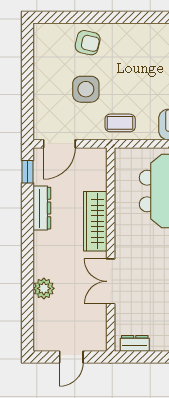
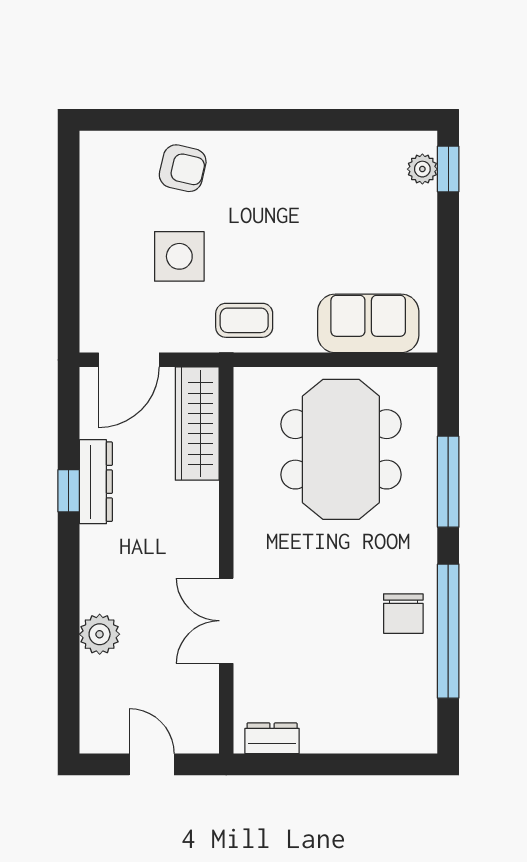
window: (28, 172) -> (69, 491), moved
wardrobe: (95, 221) -> (197, 424), moved
door: (71, 357) -> (152, 764), swing flipped

